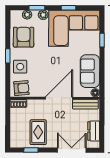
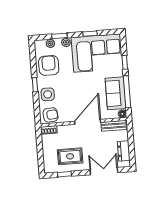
window: (102, 70) -> (127, 92), added
rug: (38, 132) -> (70, 156), turned 90

